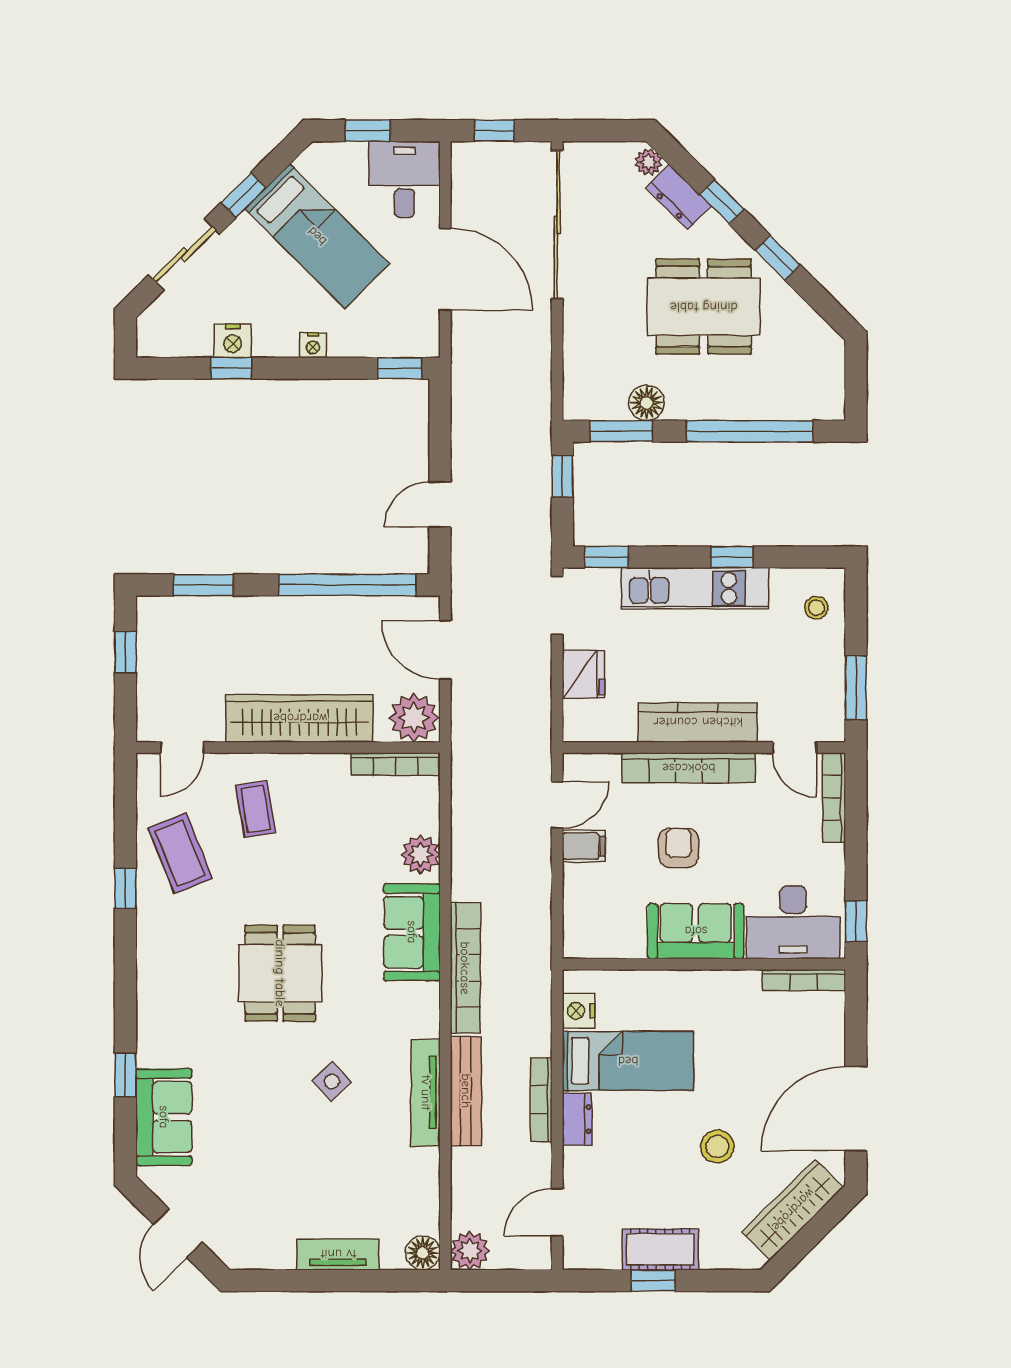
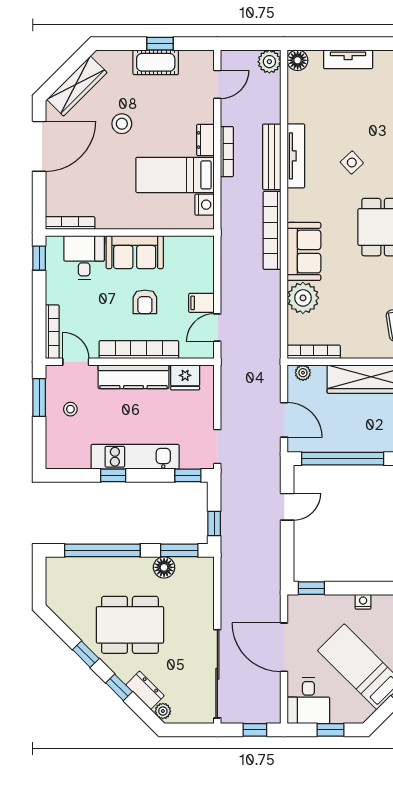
stool: (816, 608) -> (70, 409), moved
fridge: (583, 674) -> (185, 377), moved, turned -90
plant: (414, 718) -> (303, 373), width x0.53, depth x0.53
plant: (421, 854) -> (303, 298), width x1.36, depth x1.36
desk: (793, 922) -> (84, 258), width x0.73

